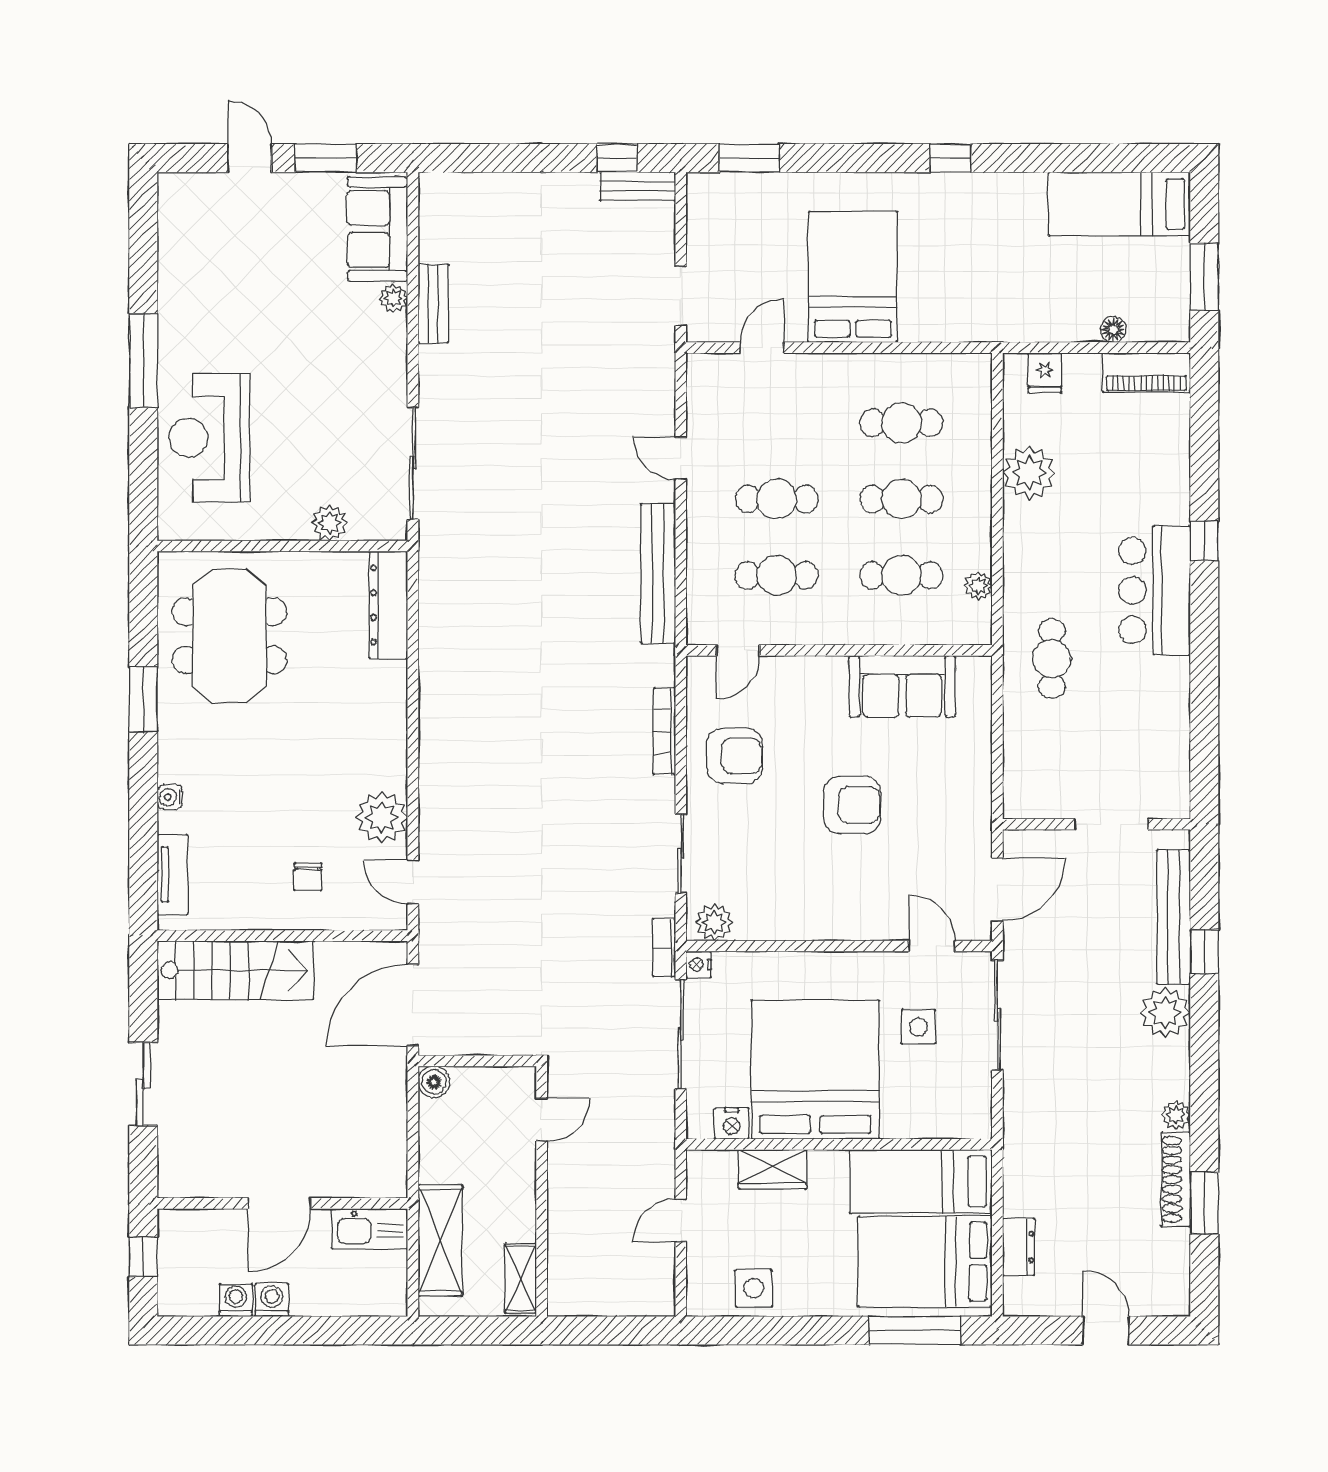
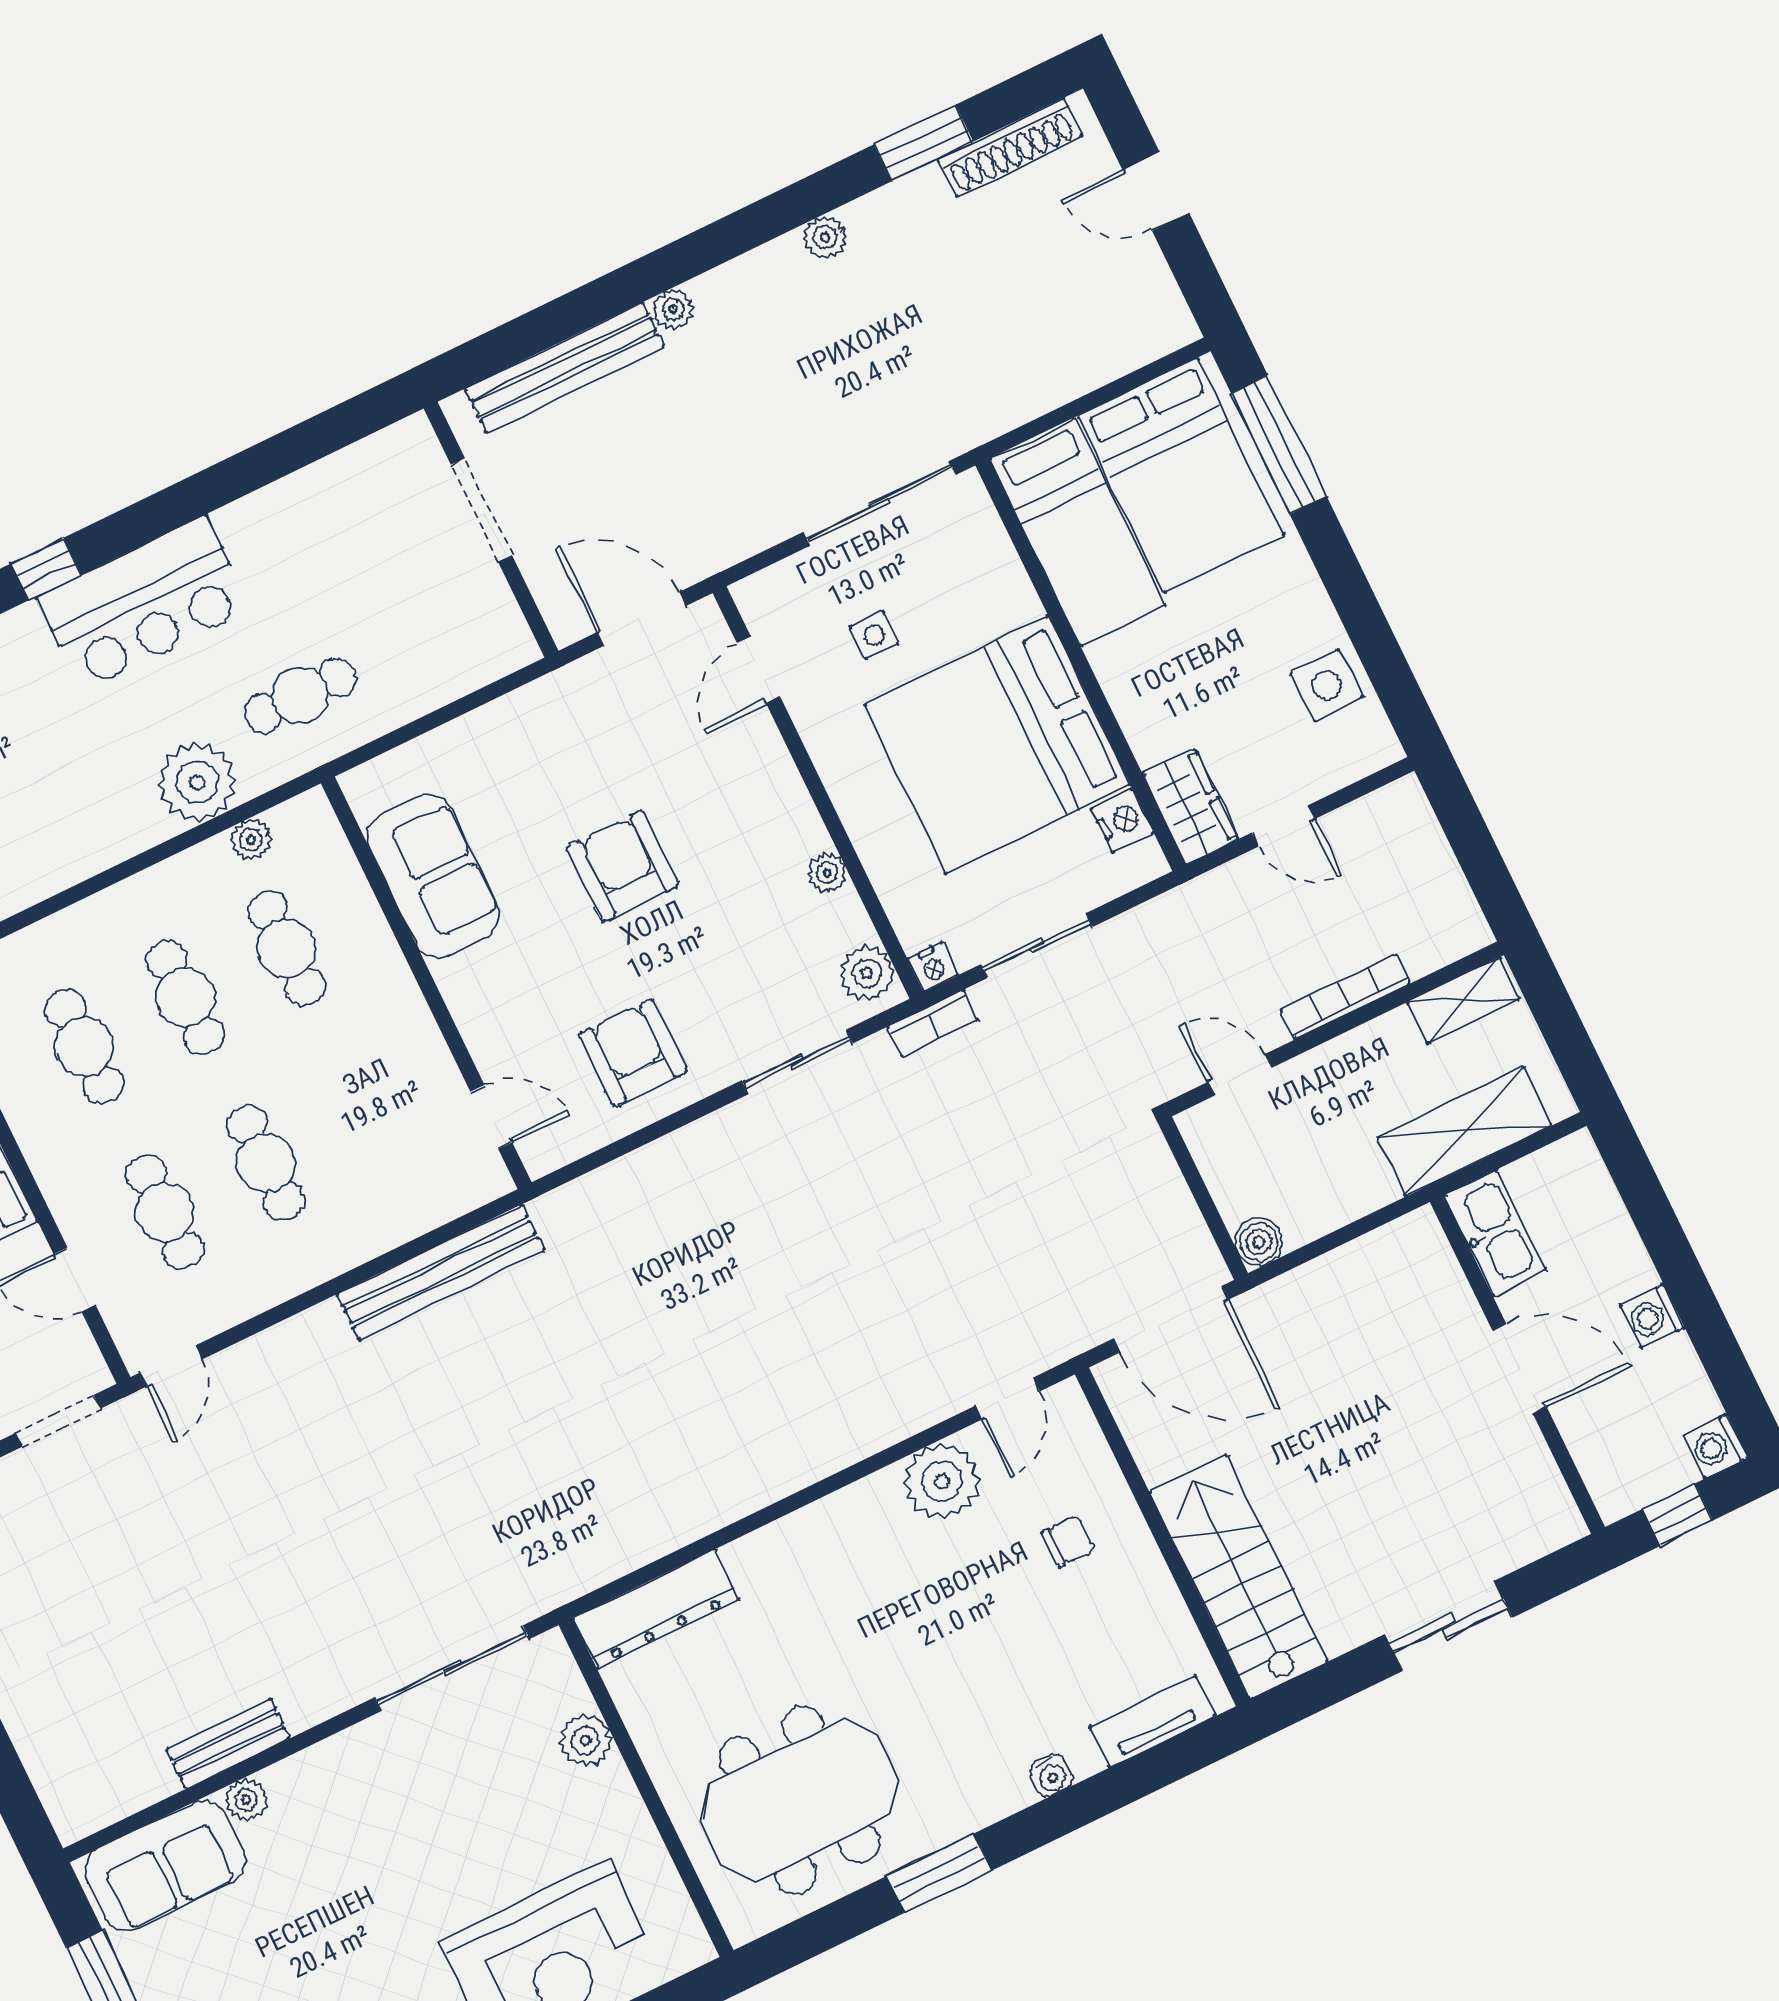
door: (681, 458) -> (171, 1366), moved
plant: (1029, 473) -> (197, 782), moved
cafe table: (777, 575) -> (165, 1212), moved
bookcase: (664, 731) -> (1346, 997), moved, turned 180
plant: (787, 928) -> (827, 873), added
window: (1204, 951) -> (590, 305), removed
plant: (1165, 1013) -> (673, 310), width x0.53, depth x0.53
sliding door: (997, 1015) -> (880, 503), moved
side table: (918, 1027) -> (874, 635), width x0.73, depth x0.73
sliding door: (681, 1034) -> (1037, 946), width x0.73
wardrobe: (772, 1169) -> (1191, 806), moved
shoe rack: (1176, 1179) -> (1010, 148), moved
dresser: (1019, 1247) -> (1101, 361), removed
washing machine: (236, 1300) -> (1716, 1447), moved
door: (1106, 1330) -> (1156, 191), hinge flipped

